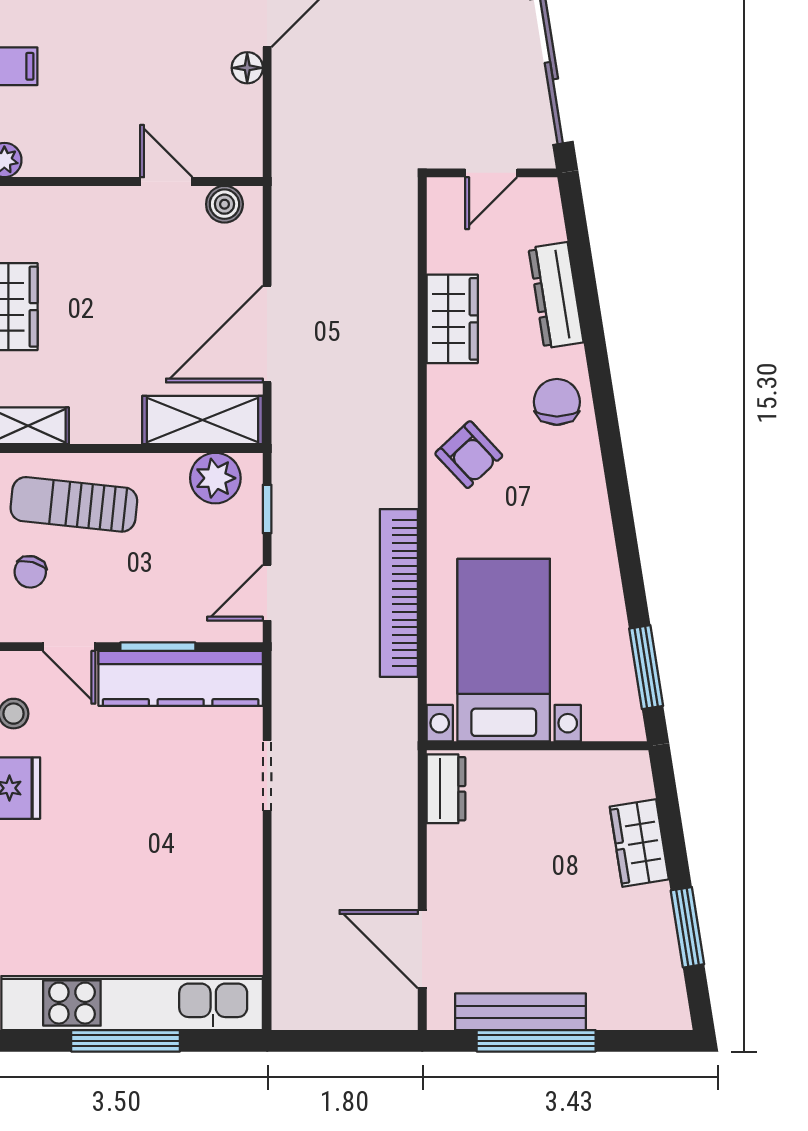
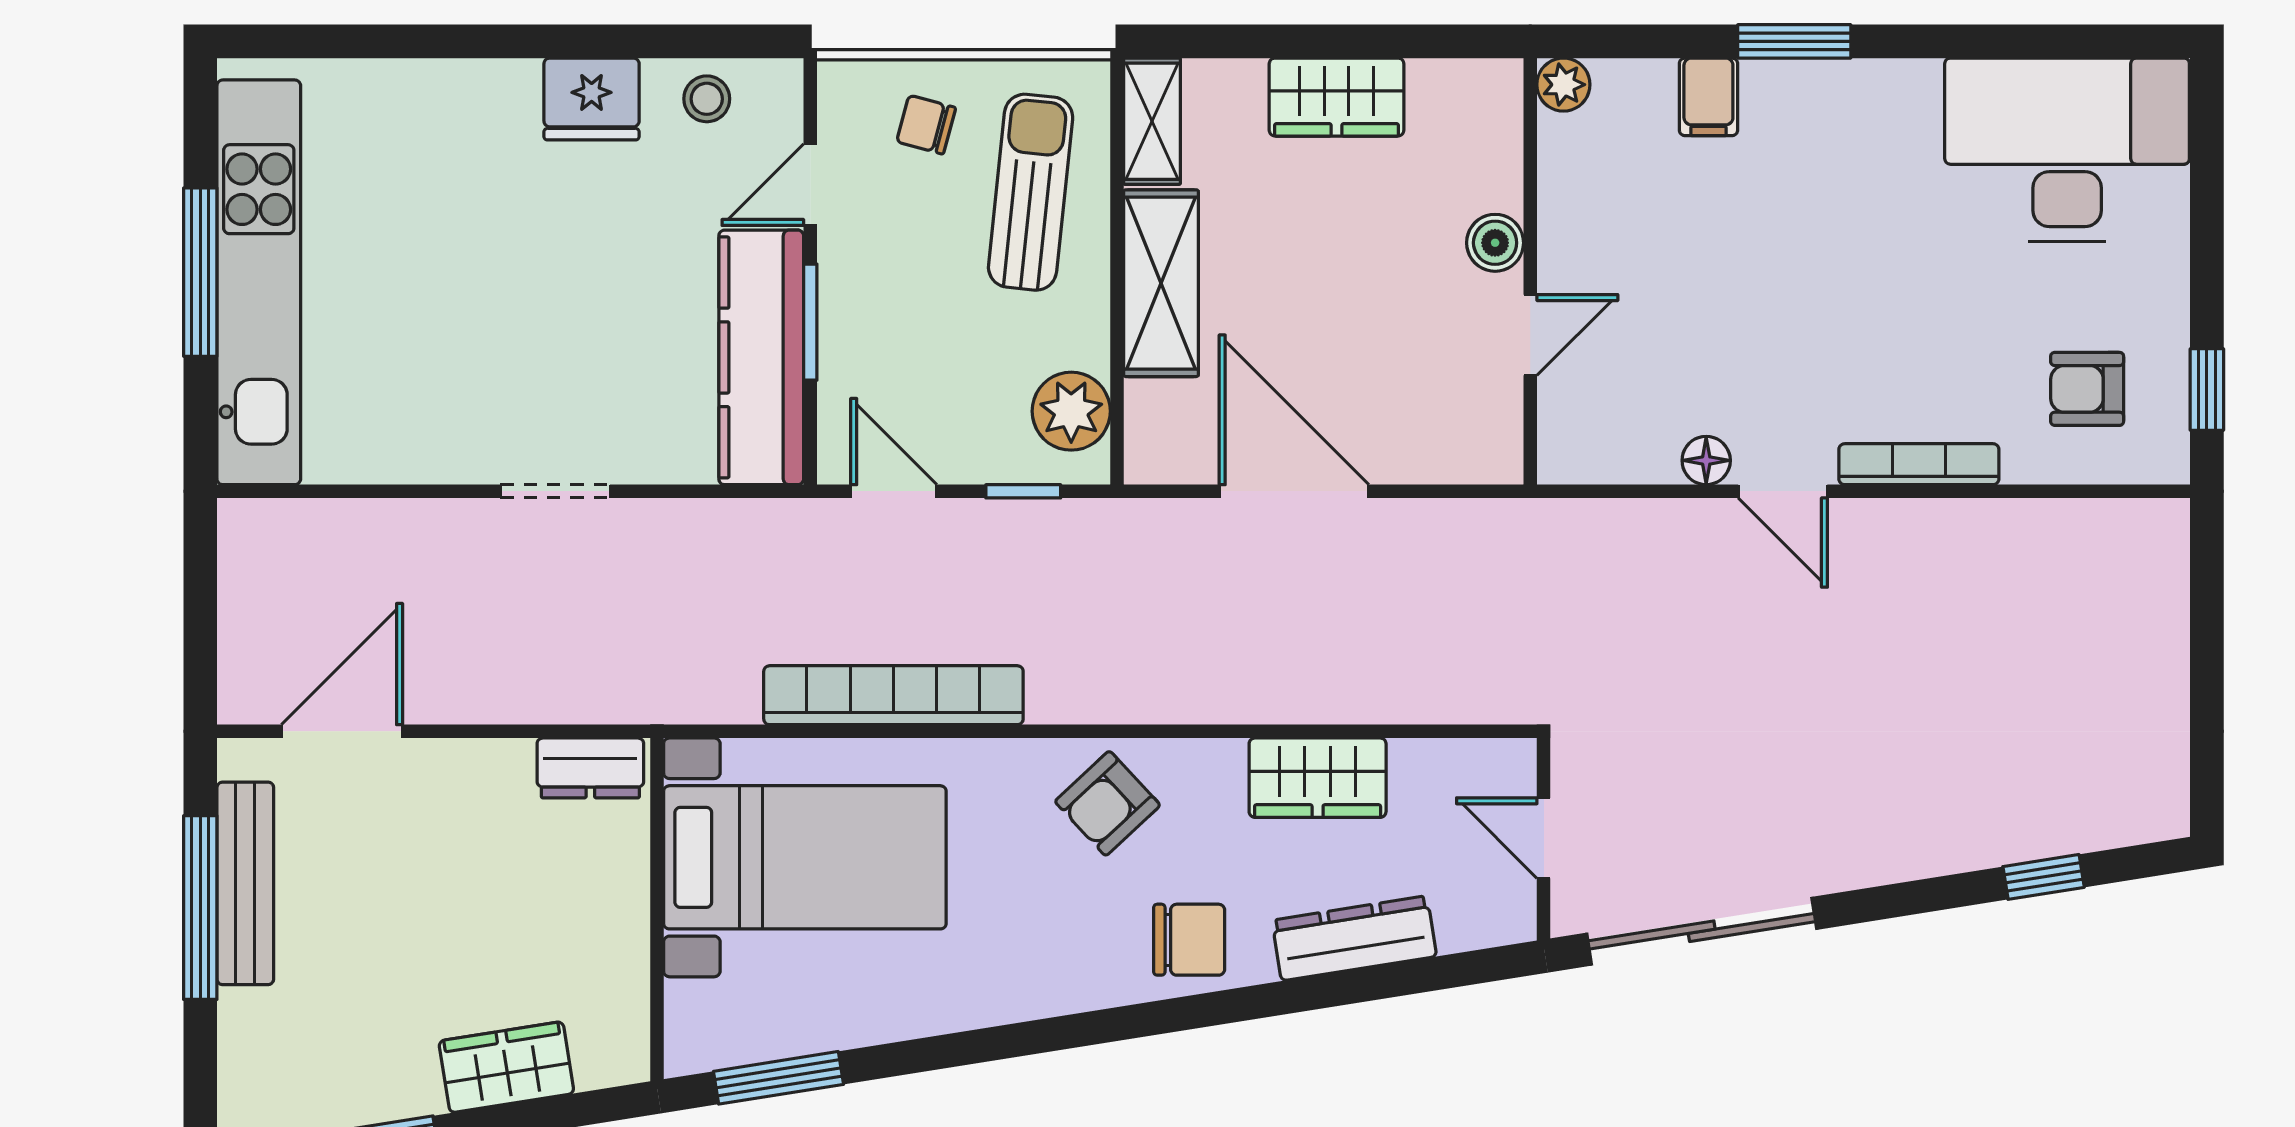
boiler: (224, 204) -> (1495, 243), moved
shelving: (202, 420) -> (1161, 283), moved
doorway: (267, 776) -> (555, 491), moved

